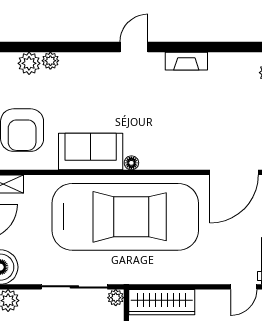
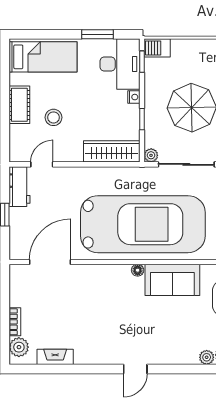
fireplace: (186, 61) -> (55, 357), moved
car: (125, 217) -> (143, 224), turned 180

